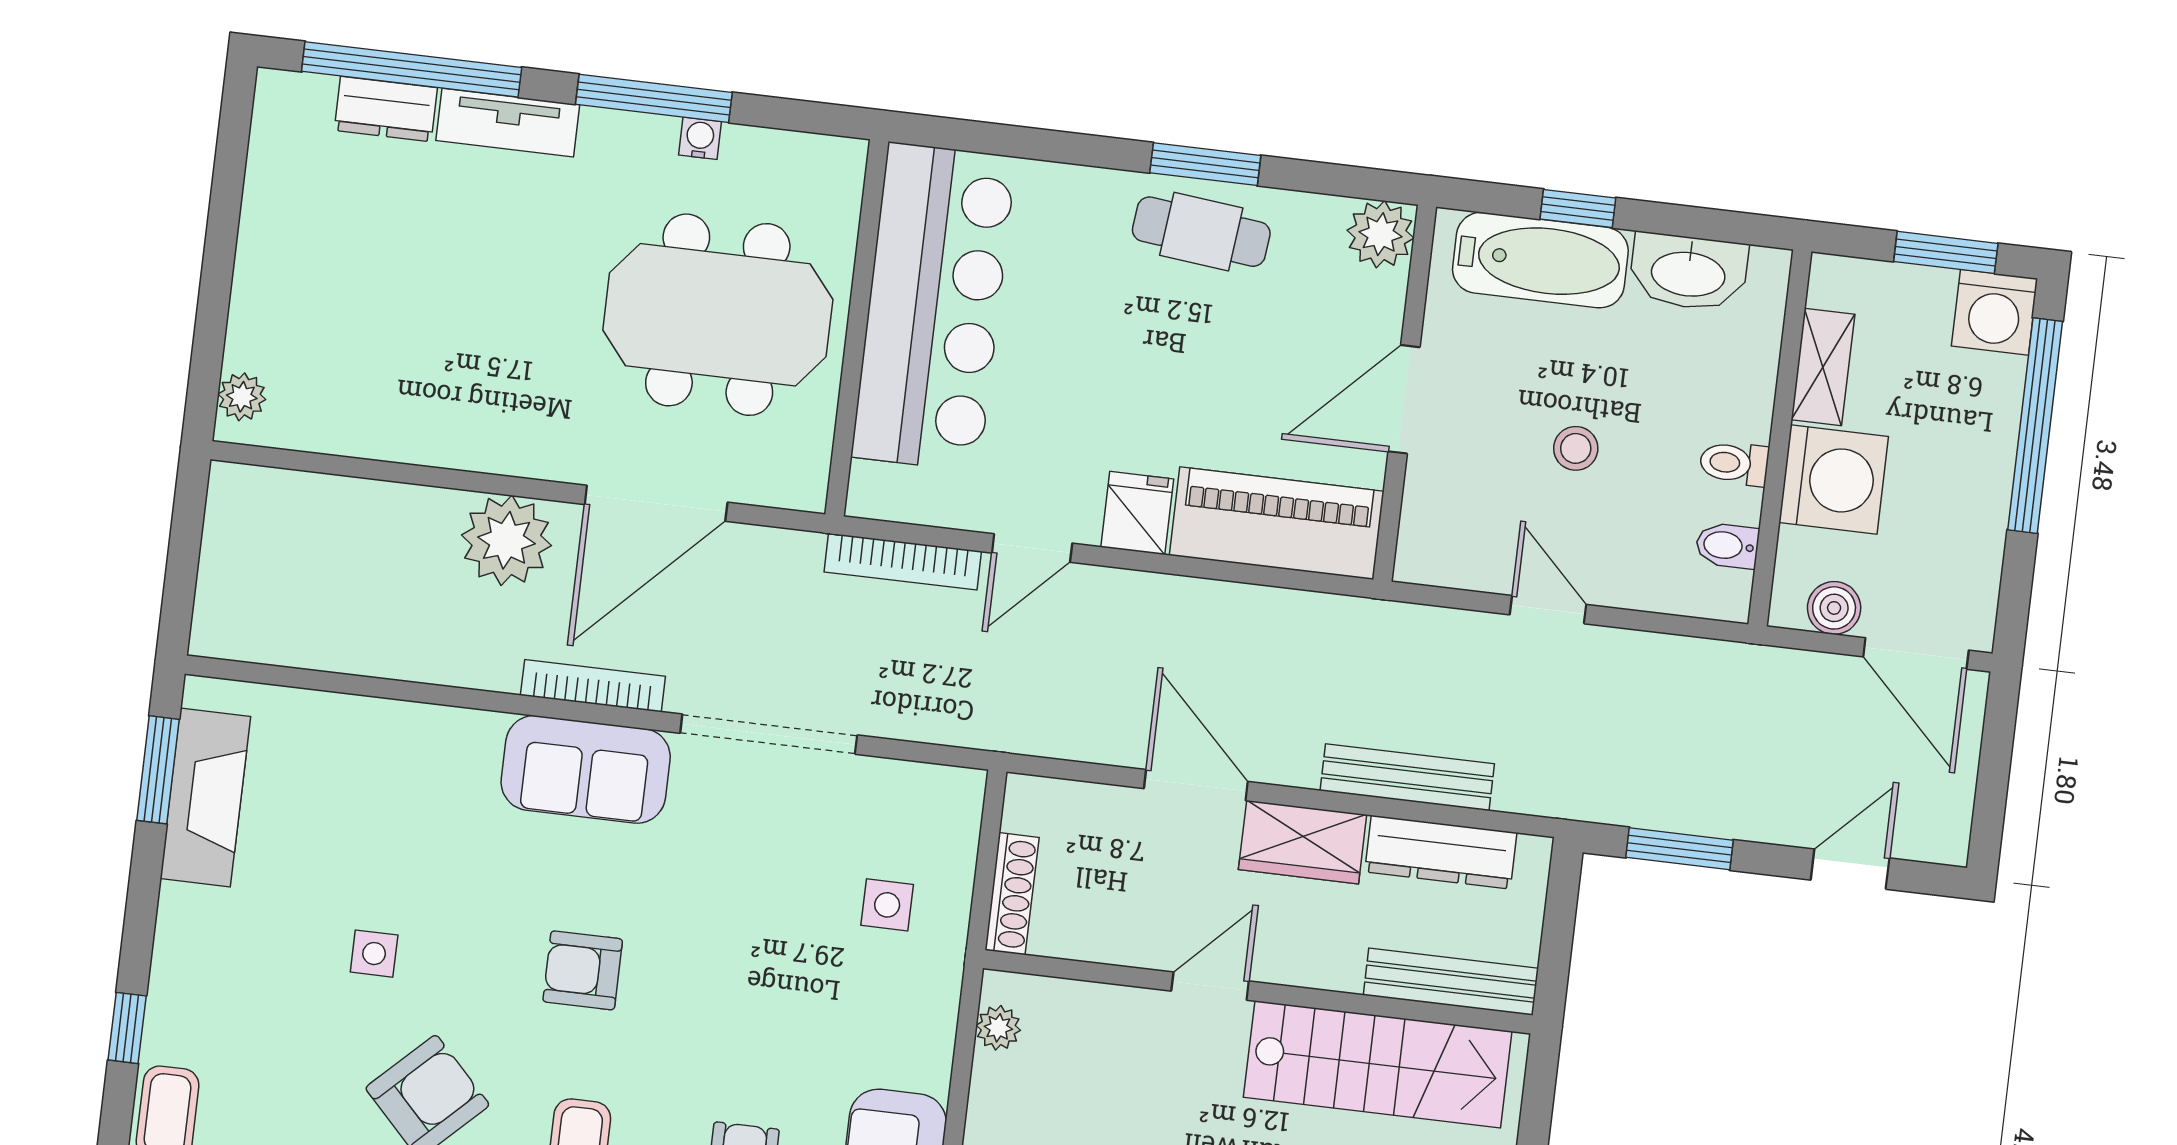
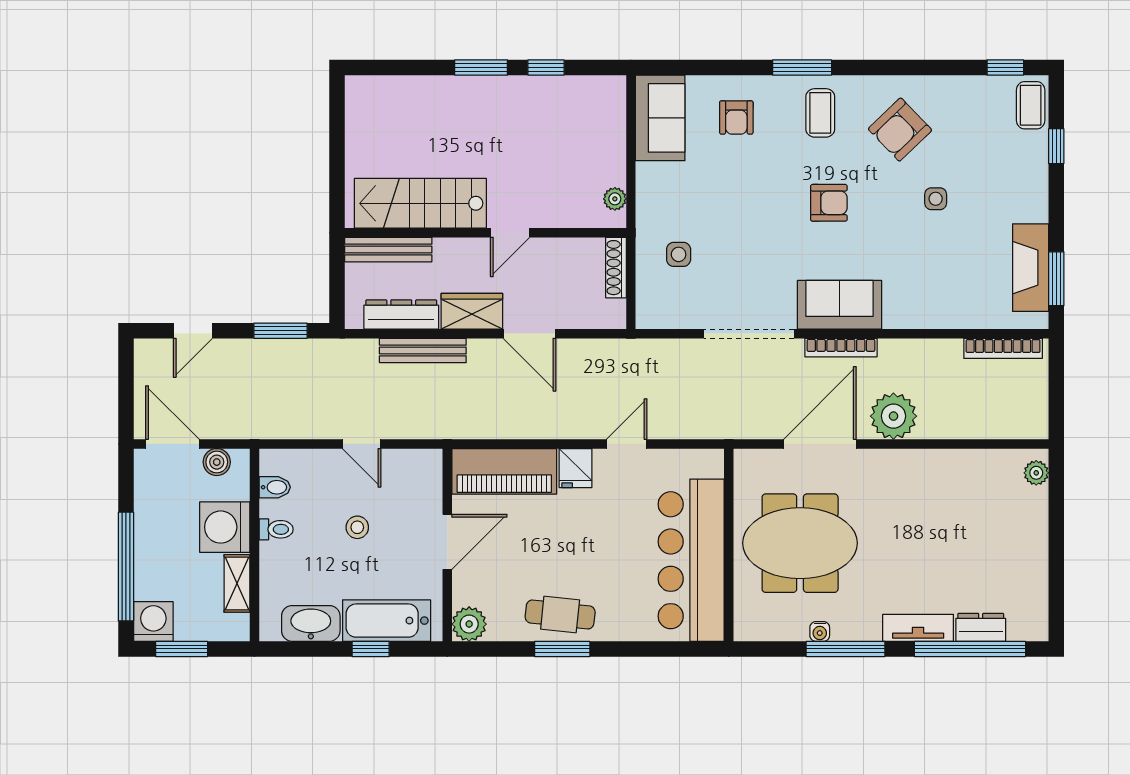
bookcase: (903, 562) -> (1003, 348), moved, turned 180

